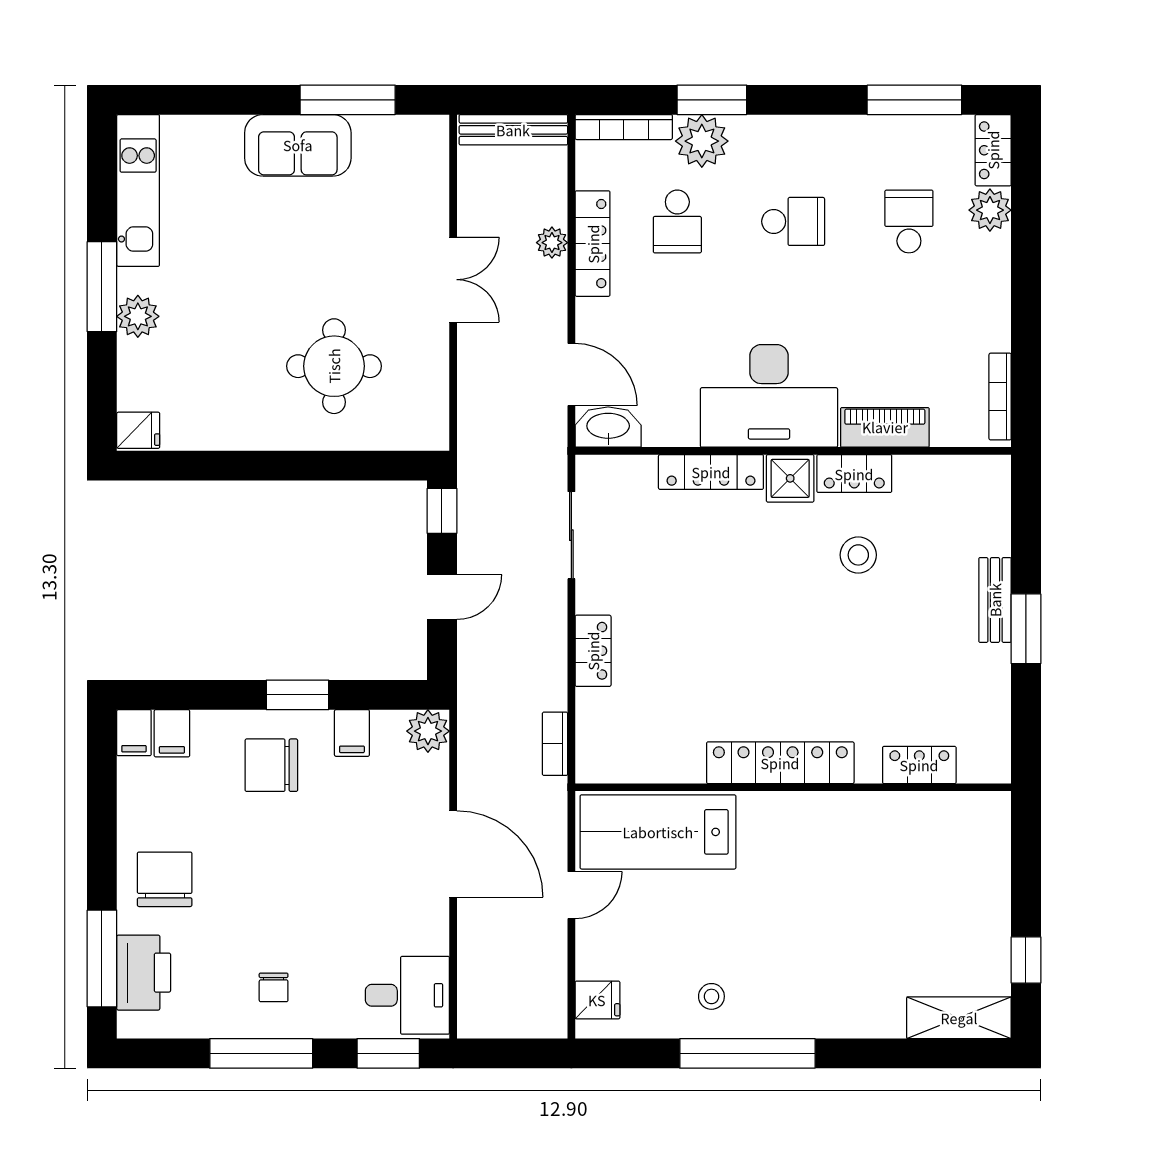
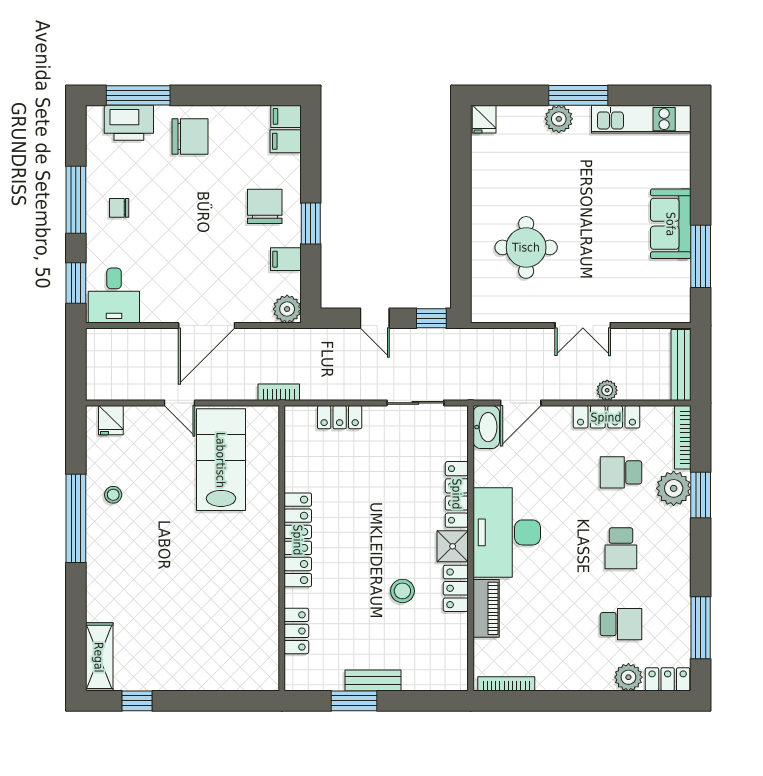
locker: (780, 763) -> (298, 540), moved
locker: (919, 765) -> (296, 631), moved
wall: (793, 787) -> (282, 548), moved

